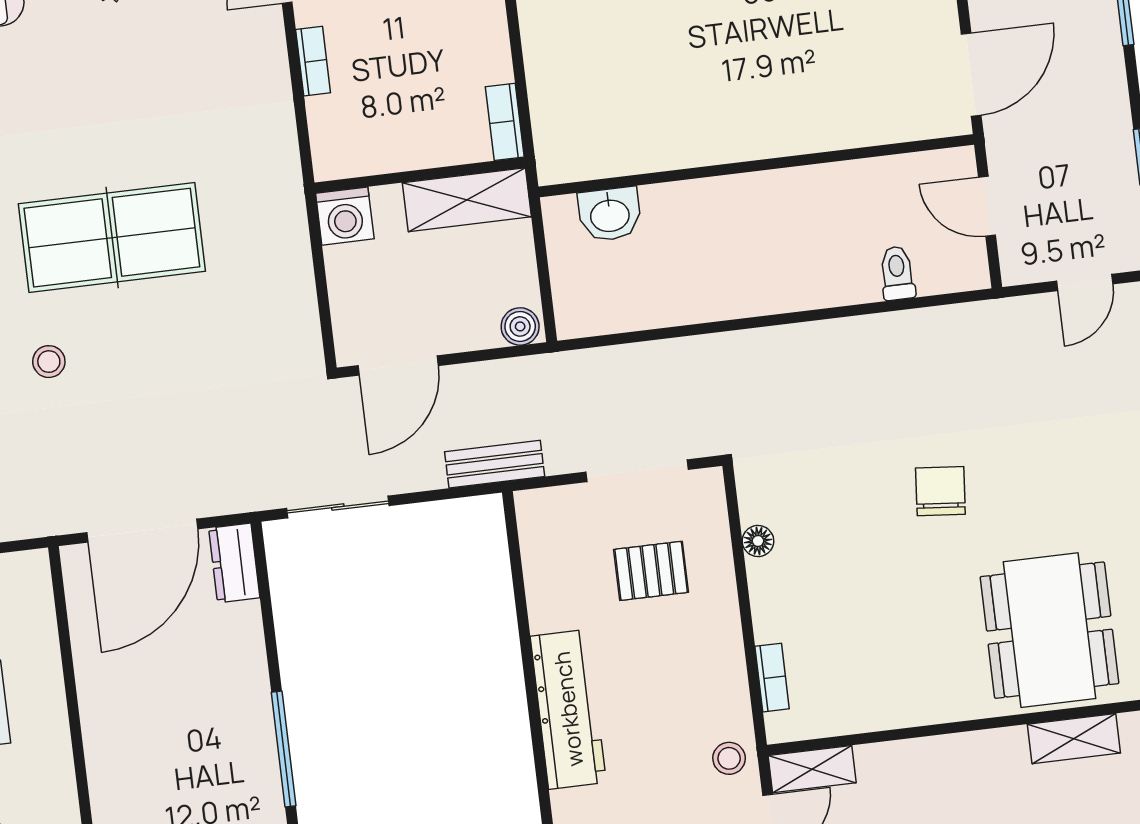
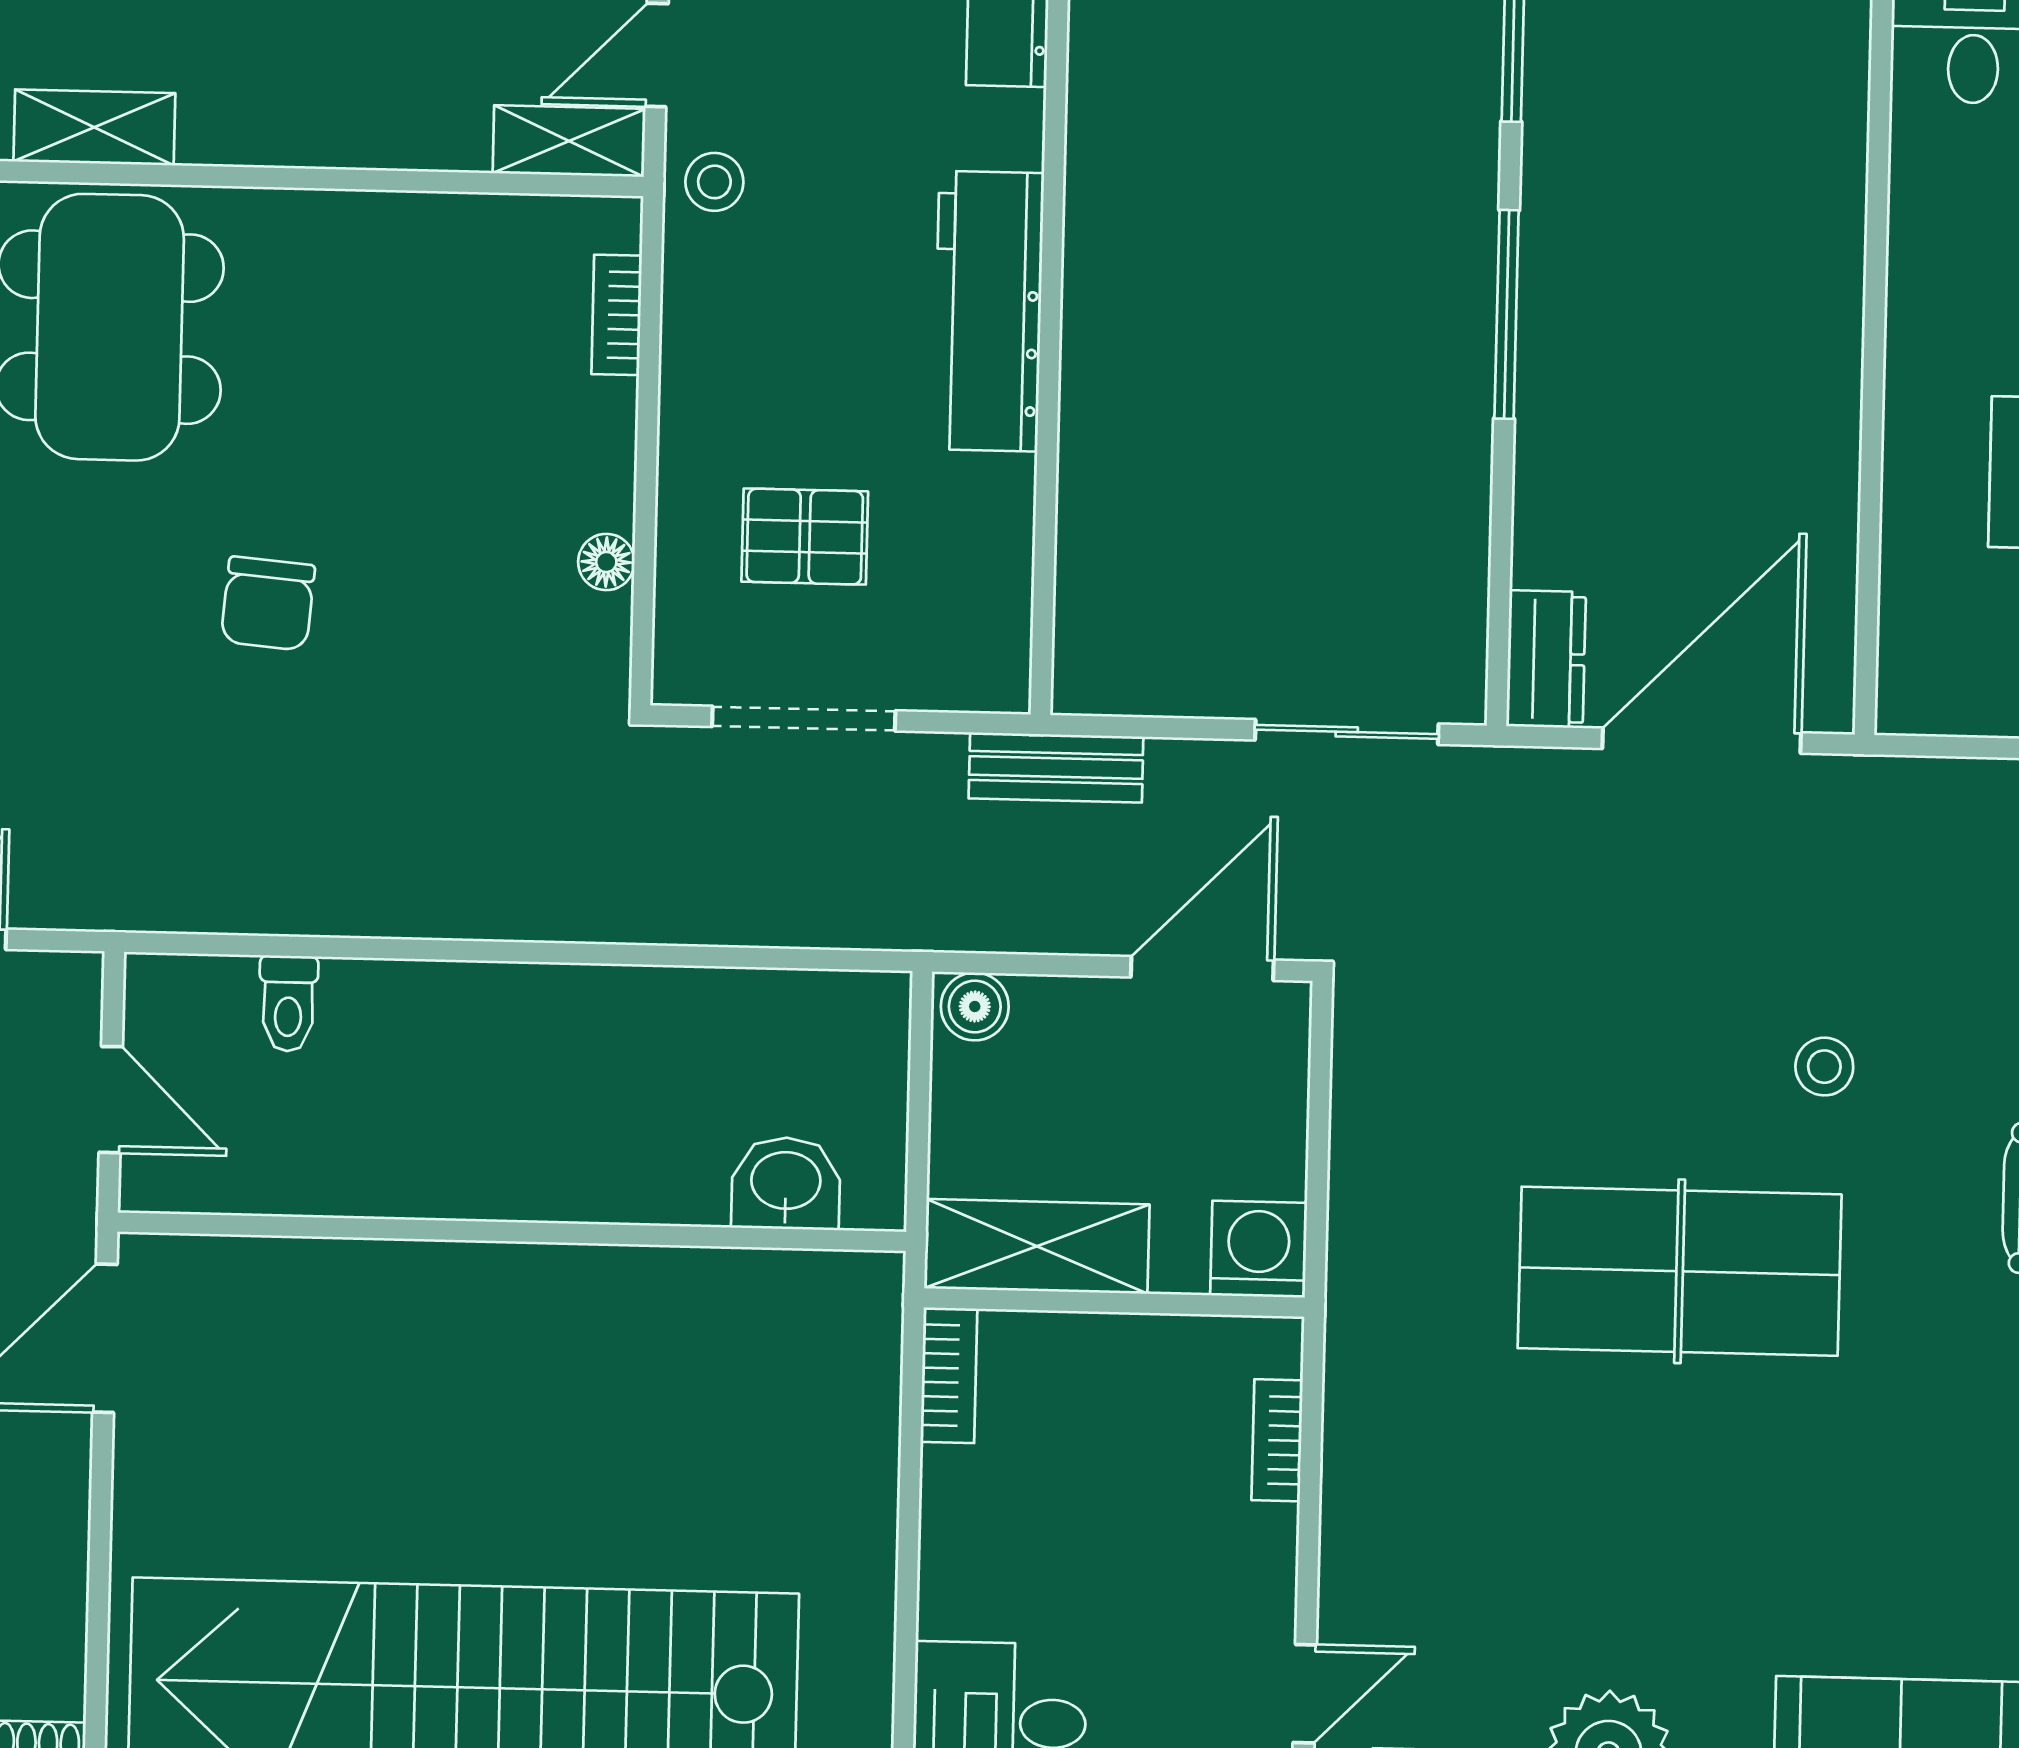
bookcase: (313, 61) -> (1277, 1440), moved

